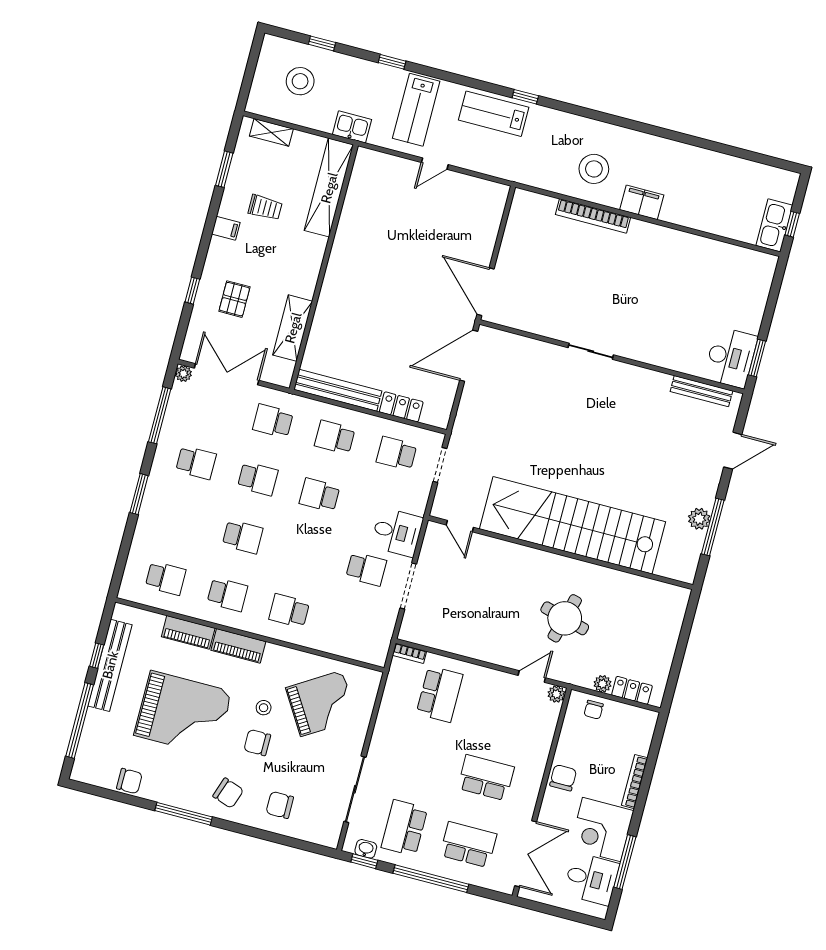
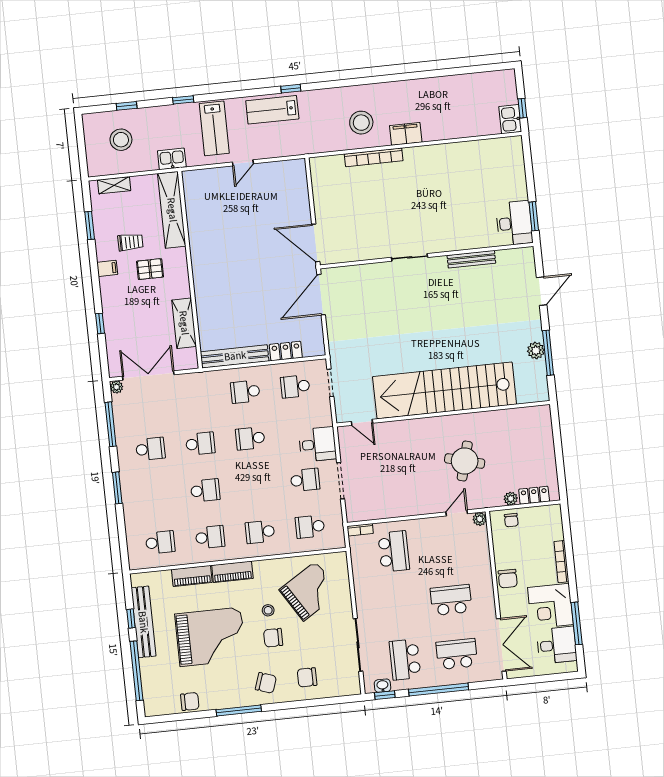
kitchen sink: (774, 225) -> (510, 119), width x0.73
pallet: (234, 299) -> (150, 269), moved, turned 90
bench: (701, 391) -> (471, 259), moved
school desk: (273, 421) -> (310, 527), moved
chair: (563, 778) -> (508, 579), turned 180

